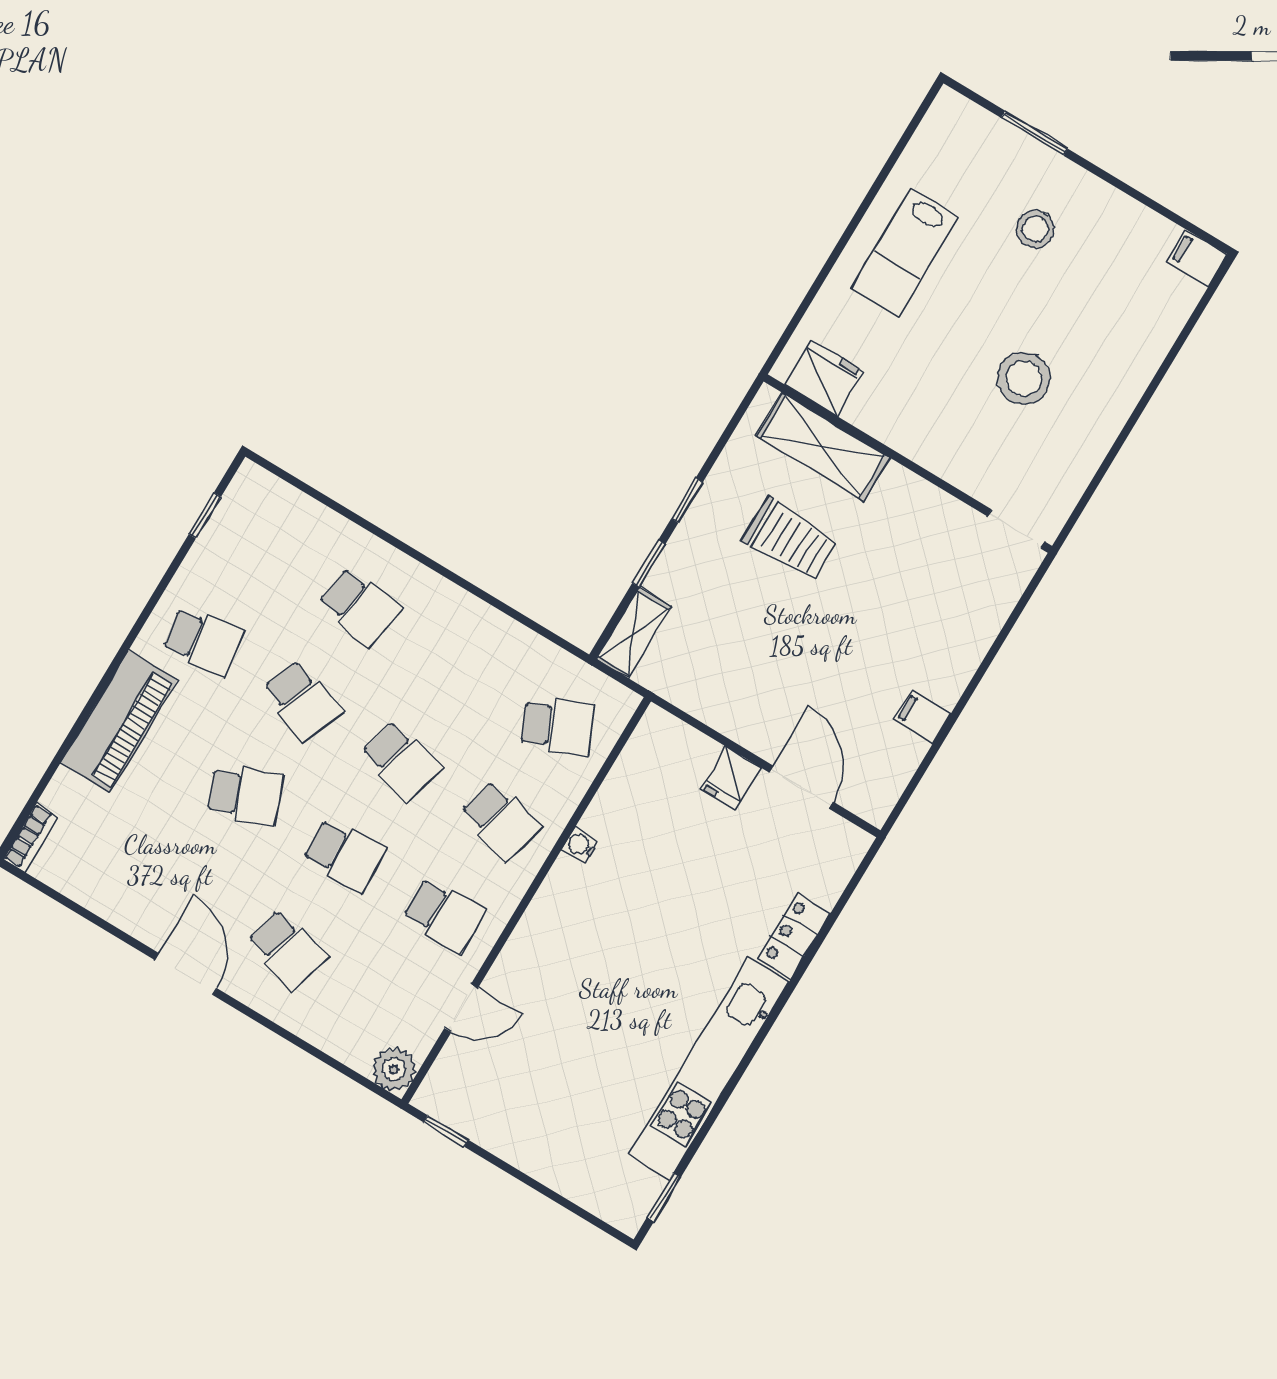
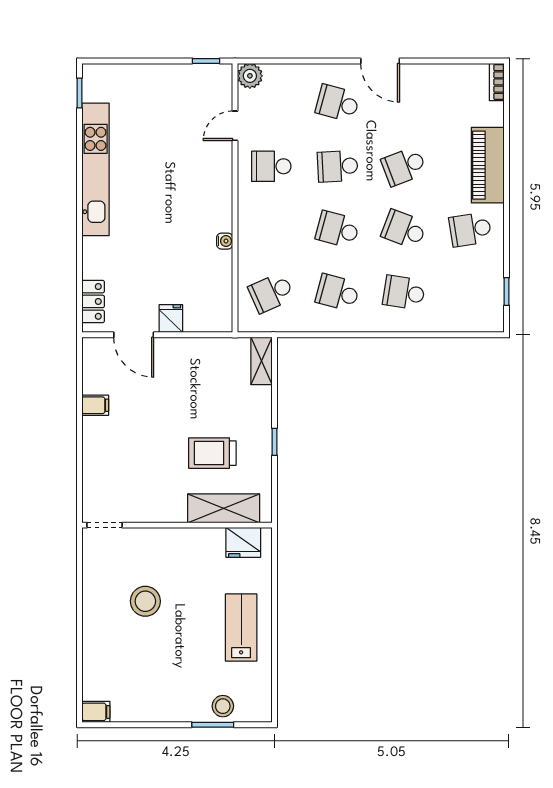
stool: (1035, 229) -> (223, 706), moved
window: (649, 563) -> (274, 400), removed
school desk: (500, 820) -> (338, 293), moved
locker: (794, 936) -> (93, 301), moved

